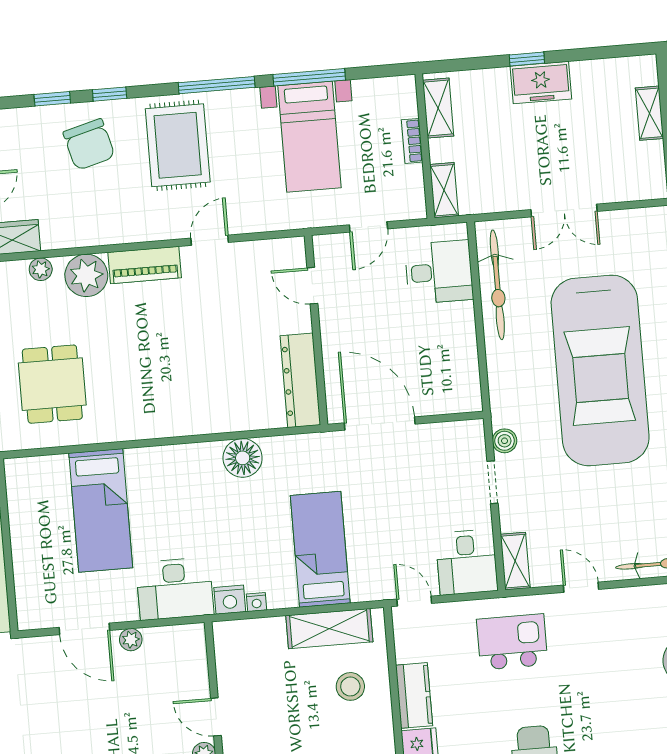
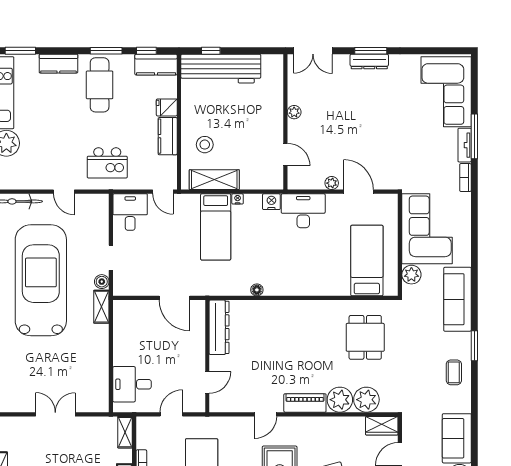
plant: (41, 269) -> (366, 400), width x1.87, depth x1.87
bicycle: (497, 285) -> (98, 374), removed
door: (312, 286) -> (207, 382), hinge flipped
car: (600, 370) -> (41, 280), moved
door: (380, 423) -> (174, 298), width x0.73
floor lamp: (243, 458) -> (257, 290), width x0.53, depth x0.53
bed: (101, 510) -> (367, 261), moved
shelving: (515, 561) -> (101, 307), moved
nightstand: (257, 602) -> (238, 199), moved
door: (216, 717) -> (285, 155), moved

